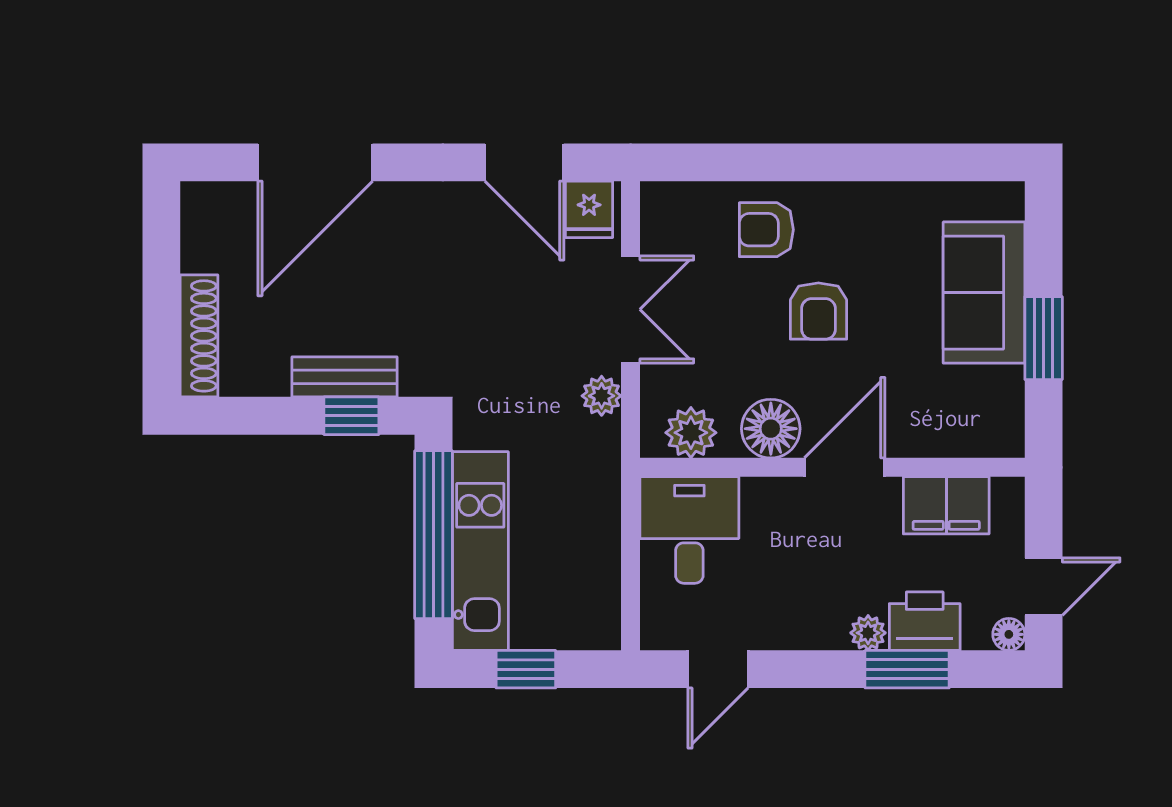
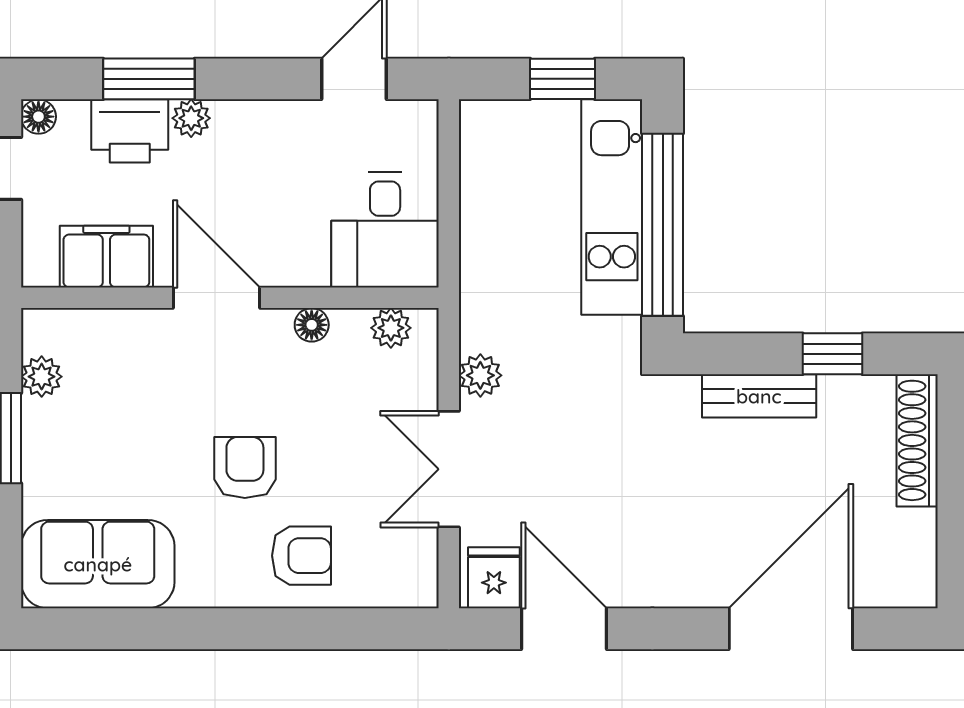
sofa: (984, 293) -> (98, 564), moved, turned -90
plant: (1006, 395) -> (42, 377), added
window: (351, 416) -> (833, 354), moved
floor lamp: (771, 429) -> (312, 325), width x0.53, depth x0.53
plant: (691, 433) -> (391, 328), width x0.73, depth x0.73
door: (845, 467) -> (216, 298), swing flipped

